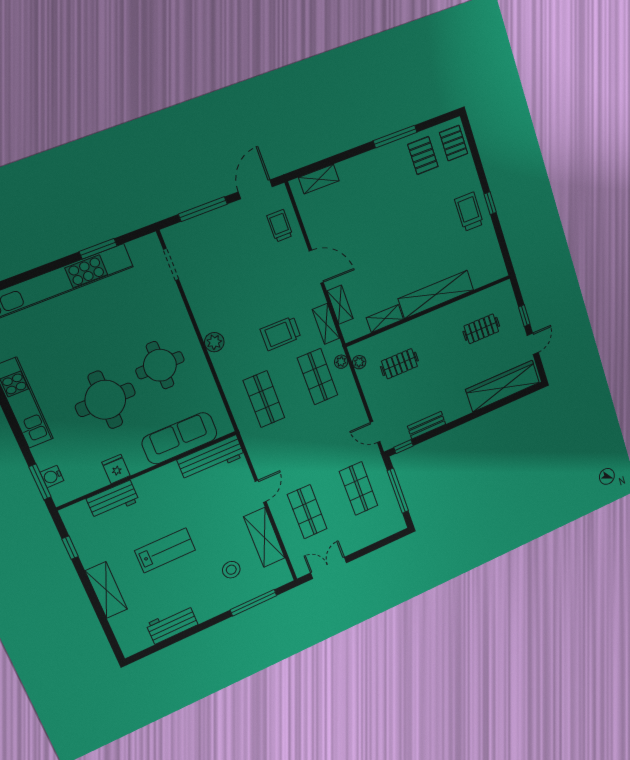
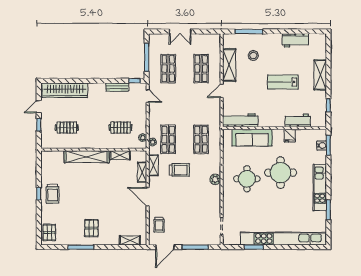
pallet: (423, 156) -> (91, 228), moved
double door: (329, 568) -> (180, 31), moved

